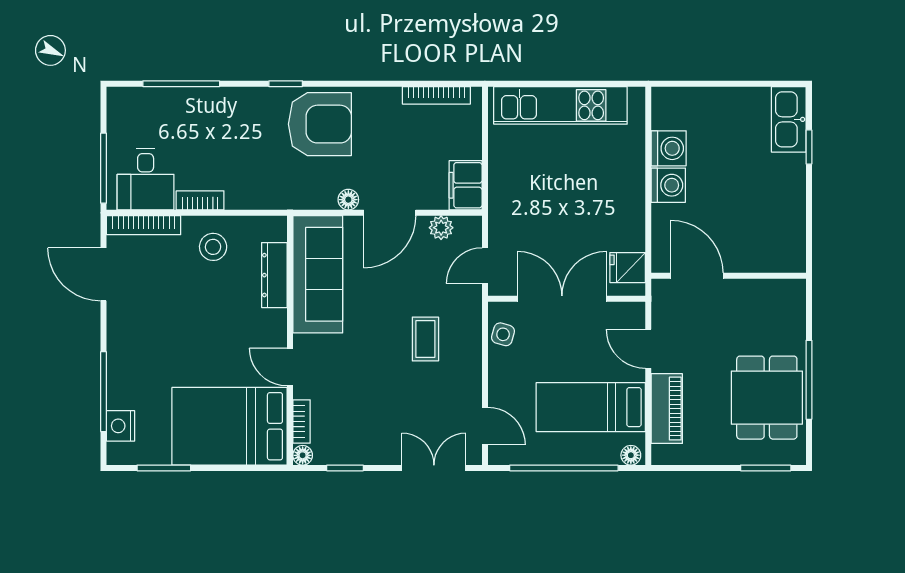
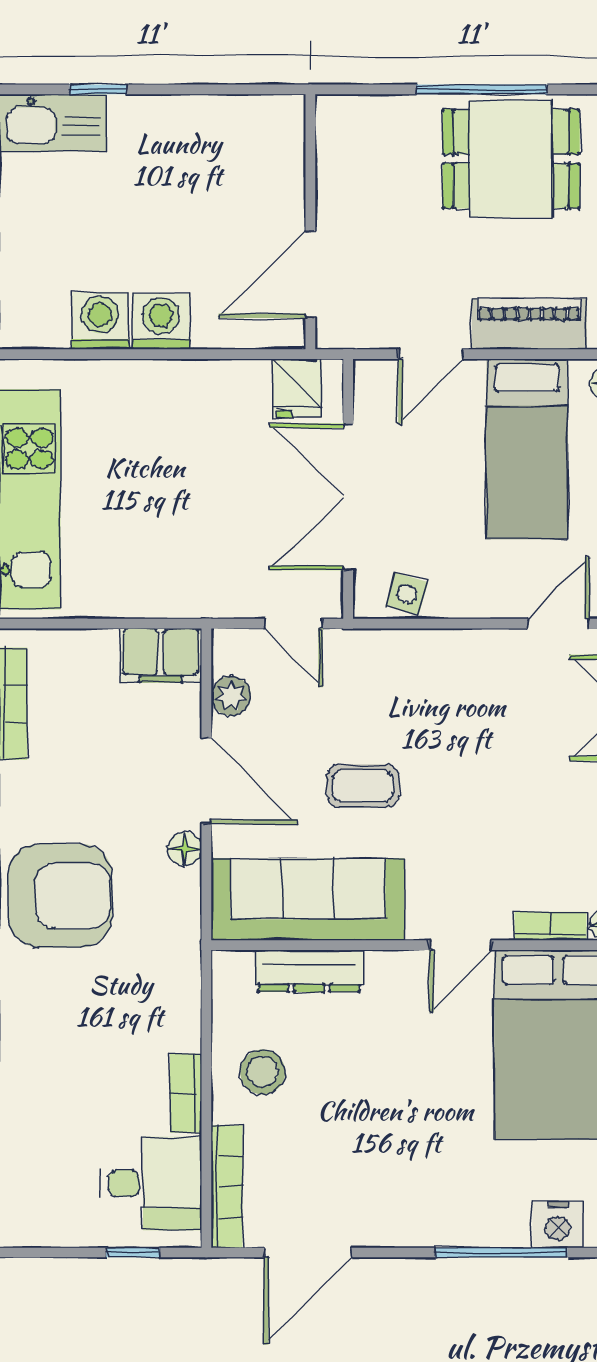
armchair: (320, 124) -> (60, 896), turned 90
window: (104, 168) -> (133, 1253), width x0.46
coffee table: (425, 339) -> (363, 786), moved

